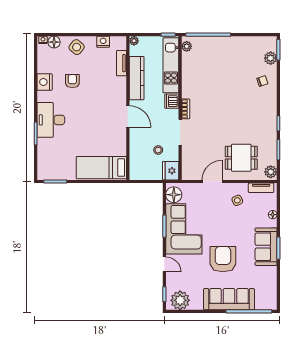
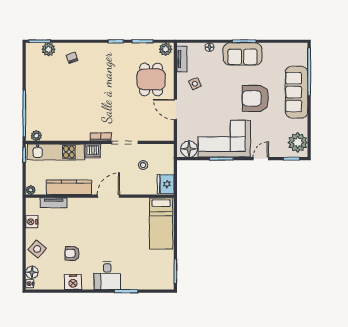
desk: (51, 120) -> (107, 276), width x0.73
fridge: (171, 171) -> (166, 184), moved, turned 90

